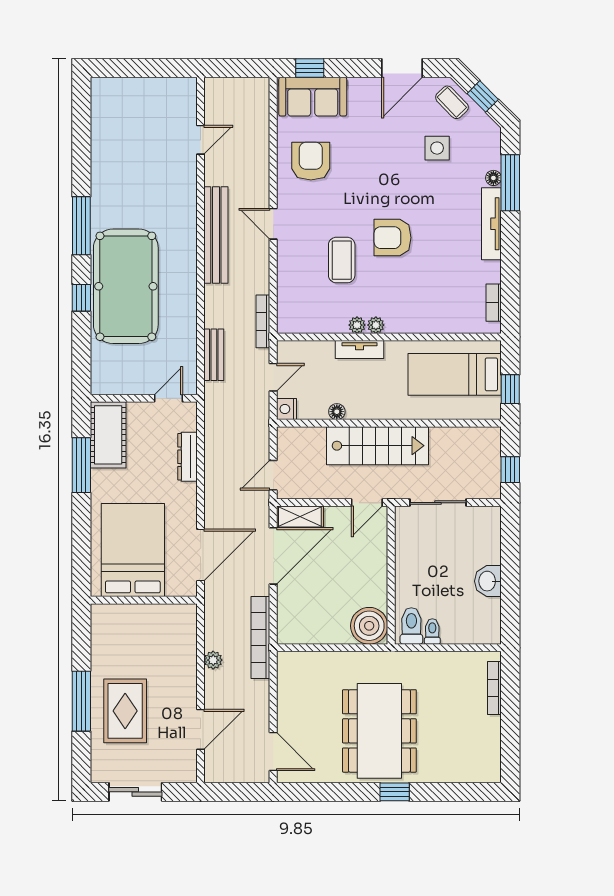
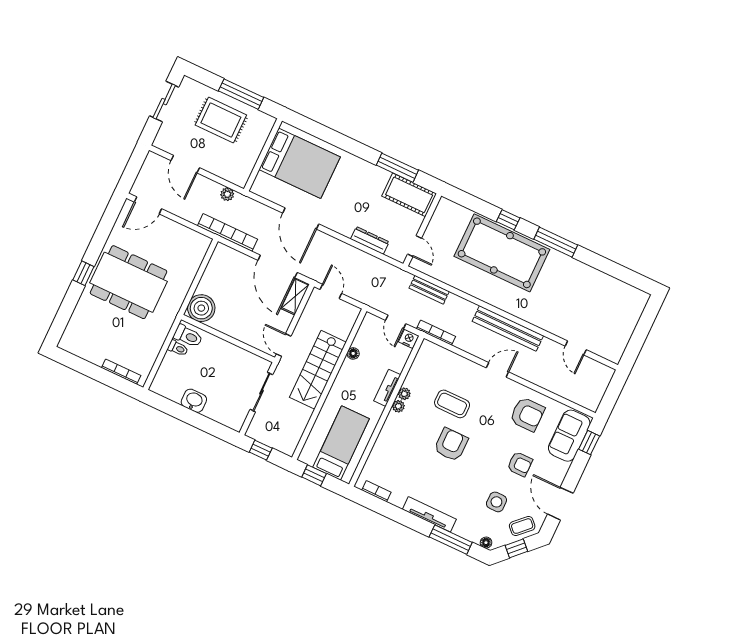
armchair: (377, 141) -> (520, 464), added
floor lamp: (493, 178) -> (486, 543), moved
nightstand: (286, 409) -> (409, 339), moved
bed: (133, 550) -> (300, 163), moved
wall: (144, 600) -> (263, 155), moved

